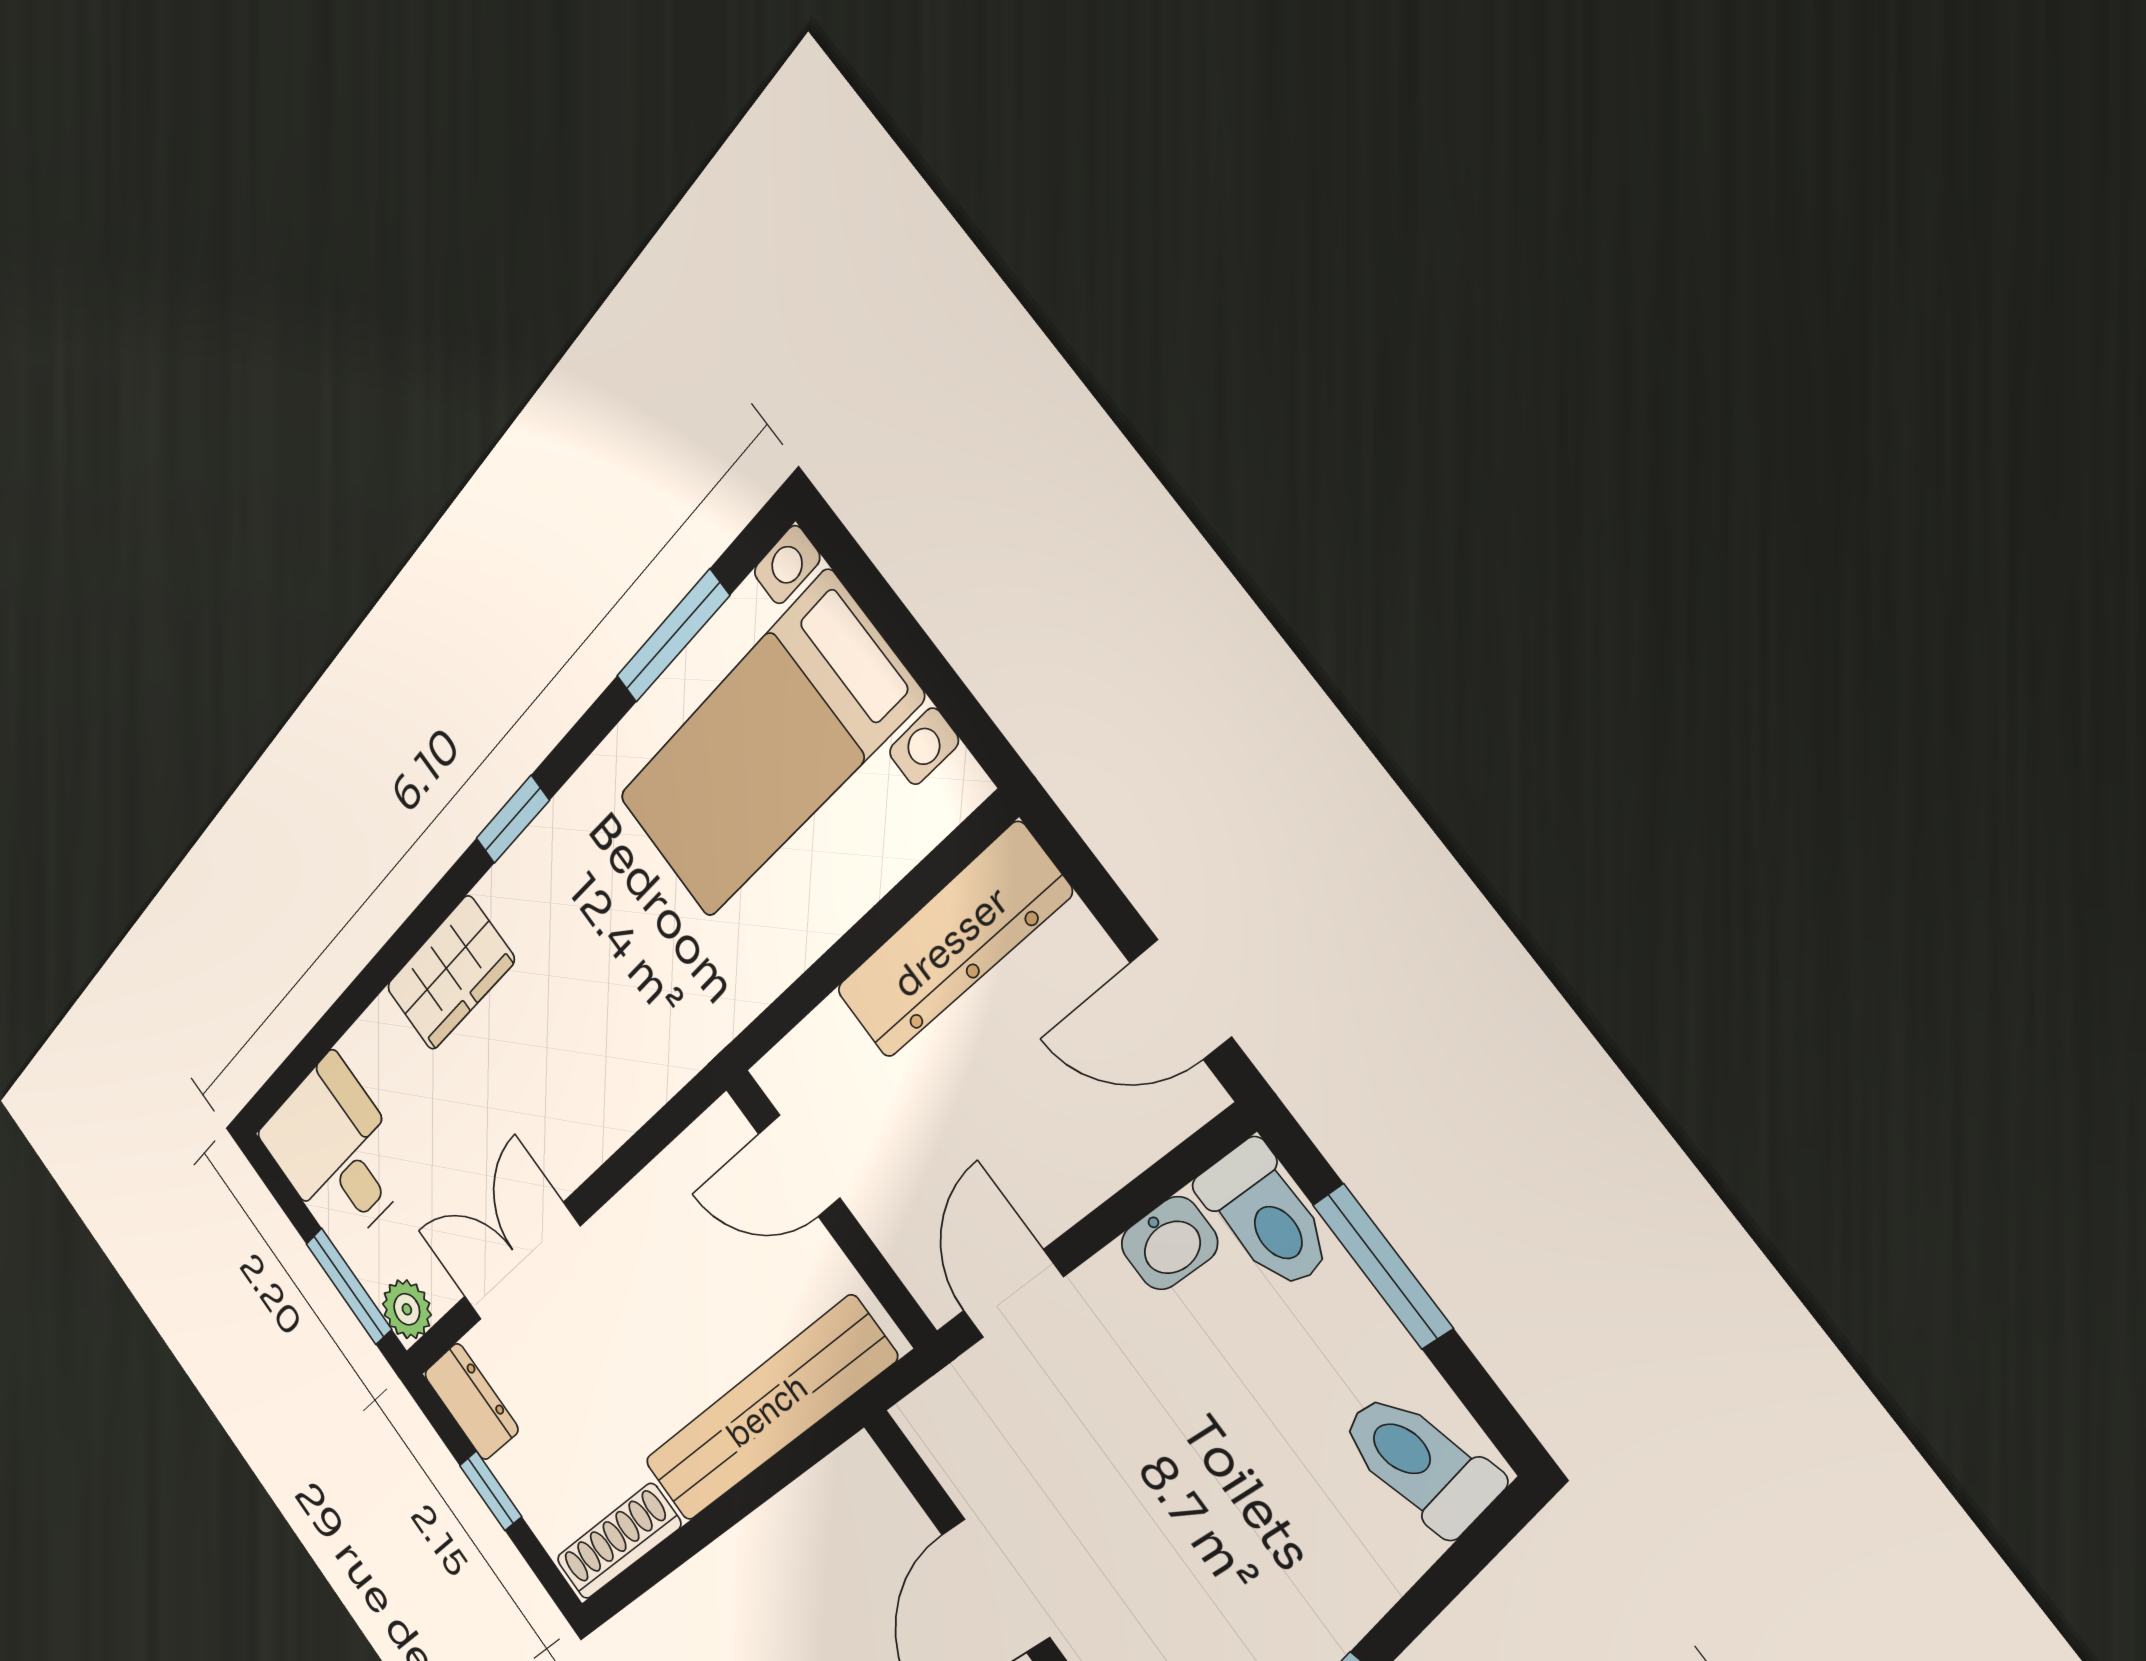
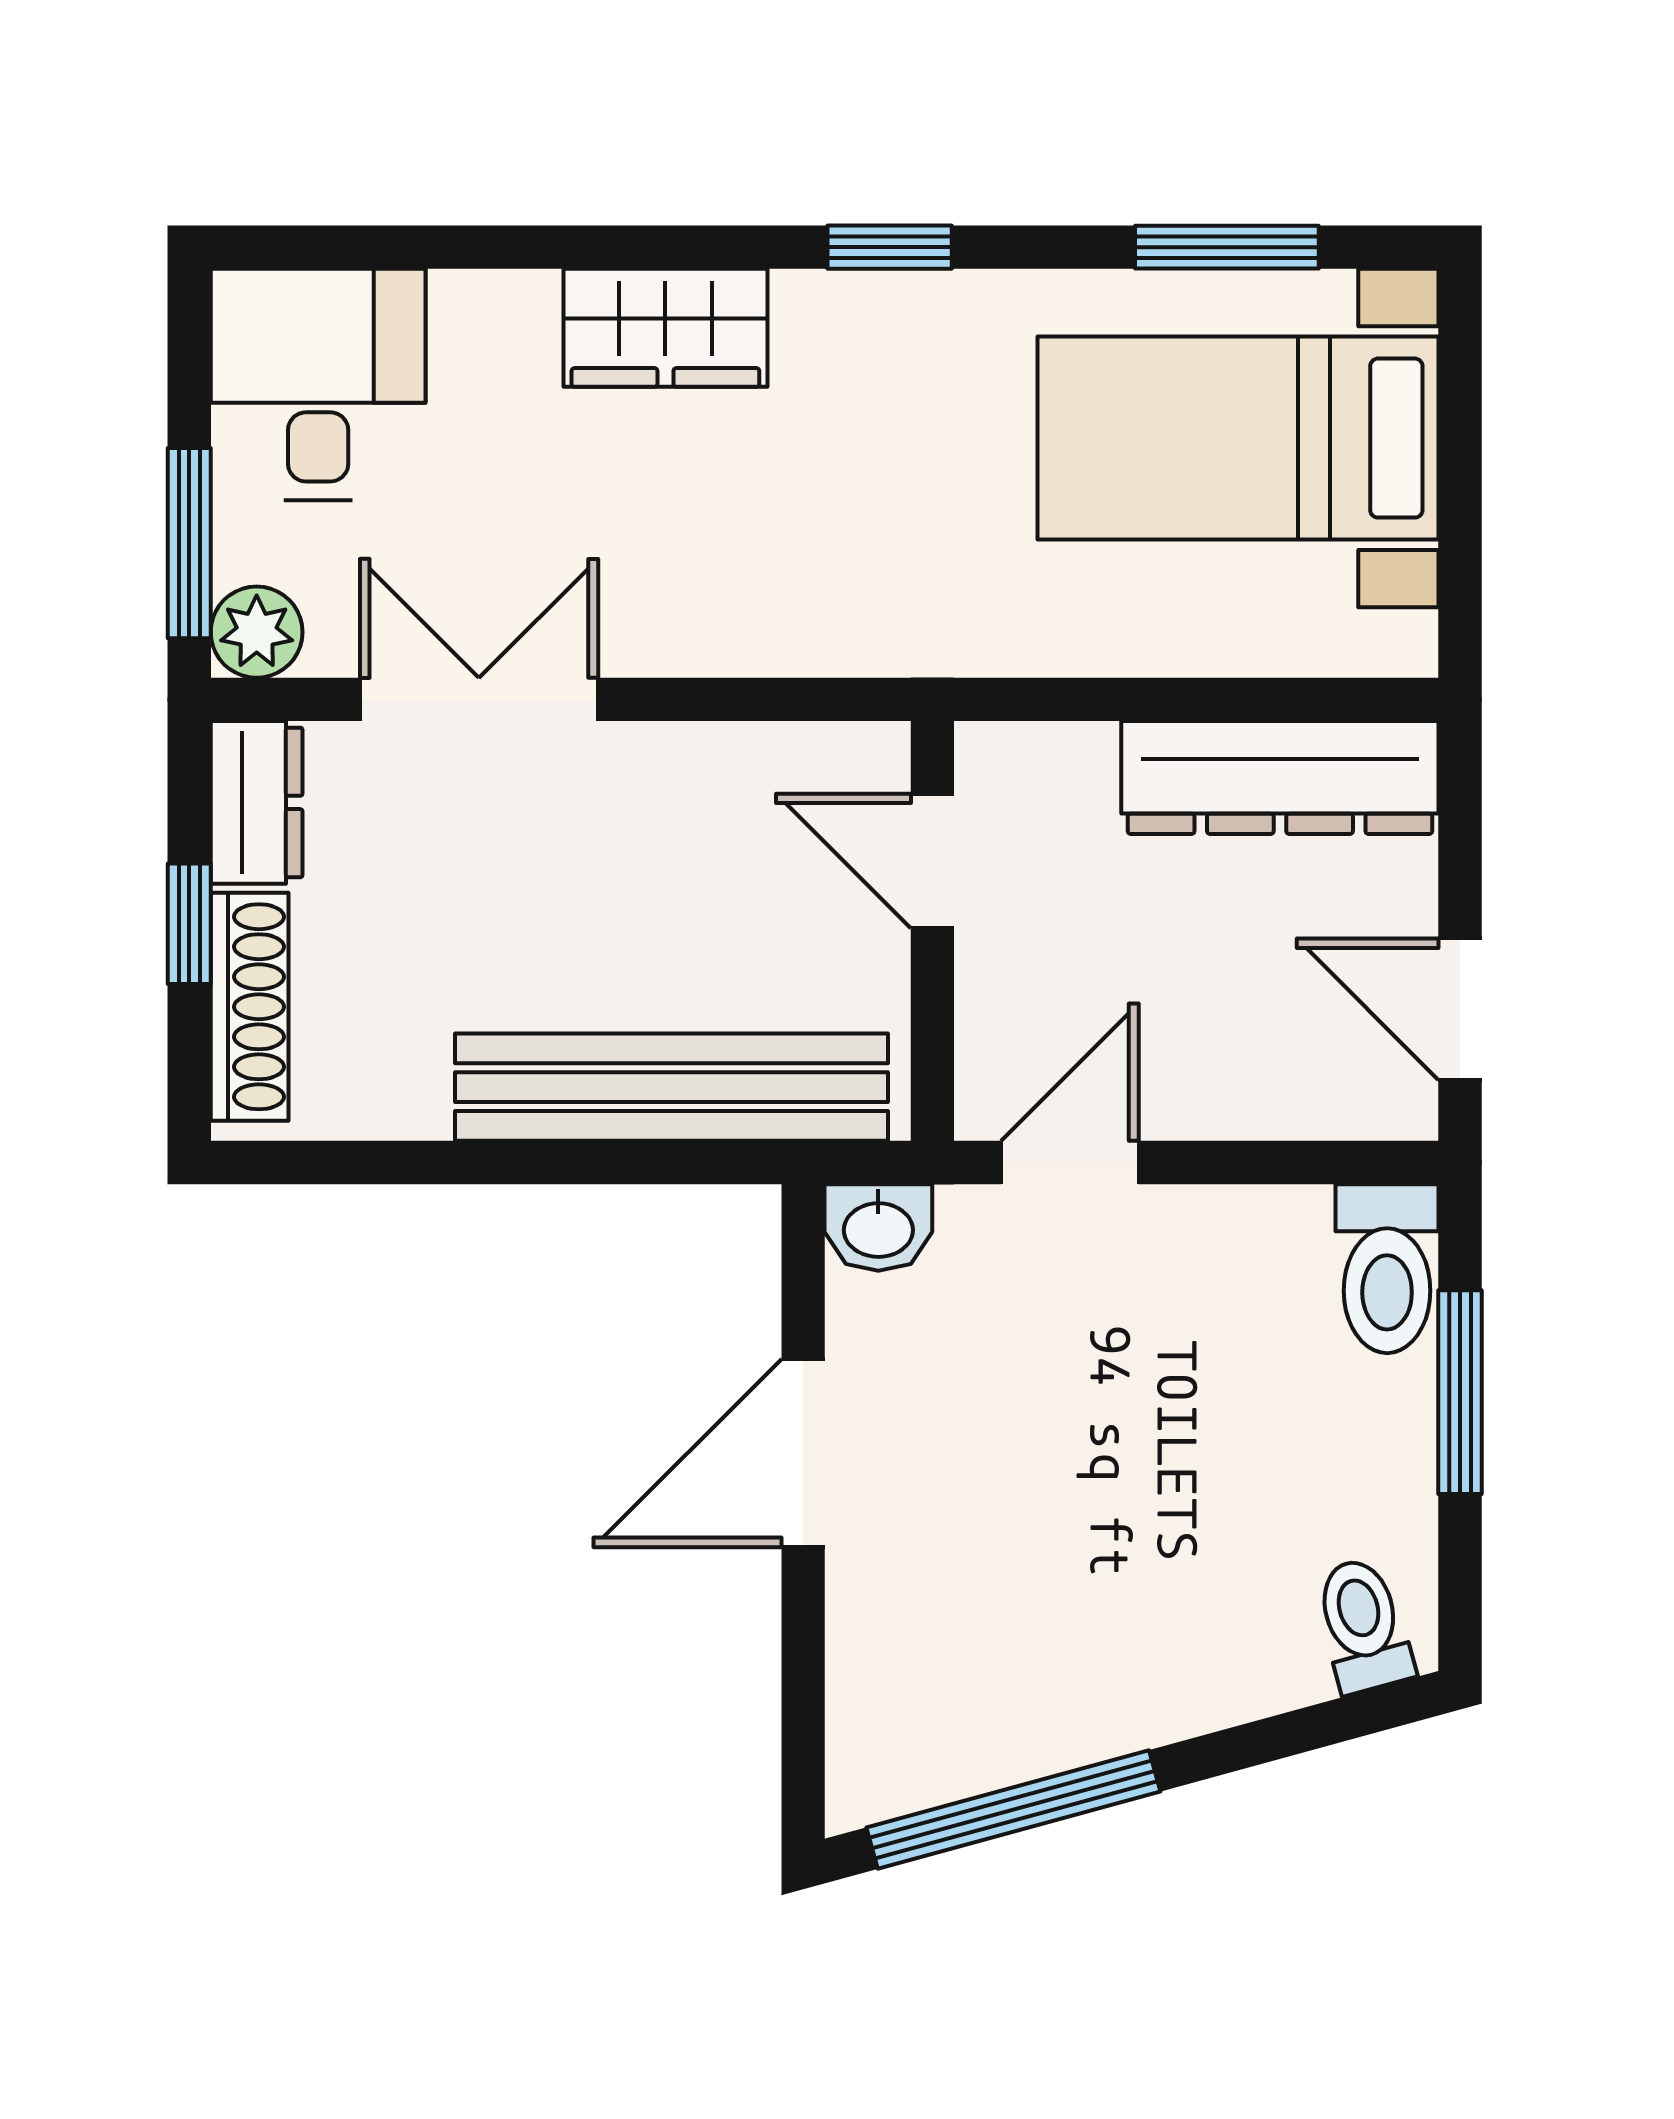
washbasin: (1169, 1243) -> (878, 1228), moved
toilet: (1419, 1463) -> (1363, 1625), width x0.73, depth x0.72
shoe rack: (618, 1542) -> (250, 1007), moved, turned 90

